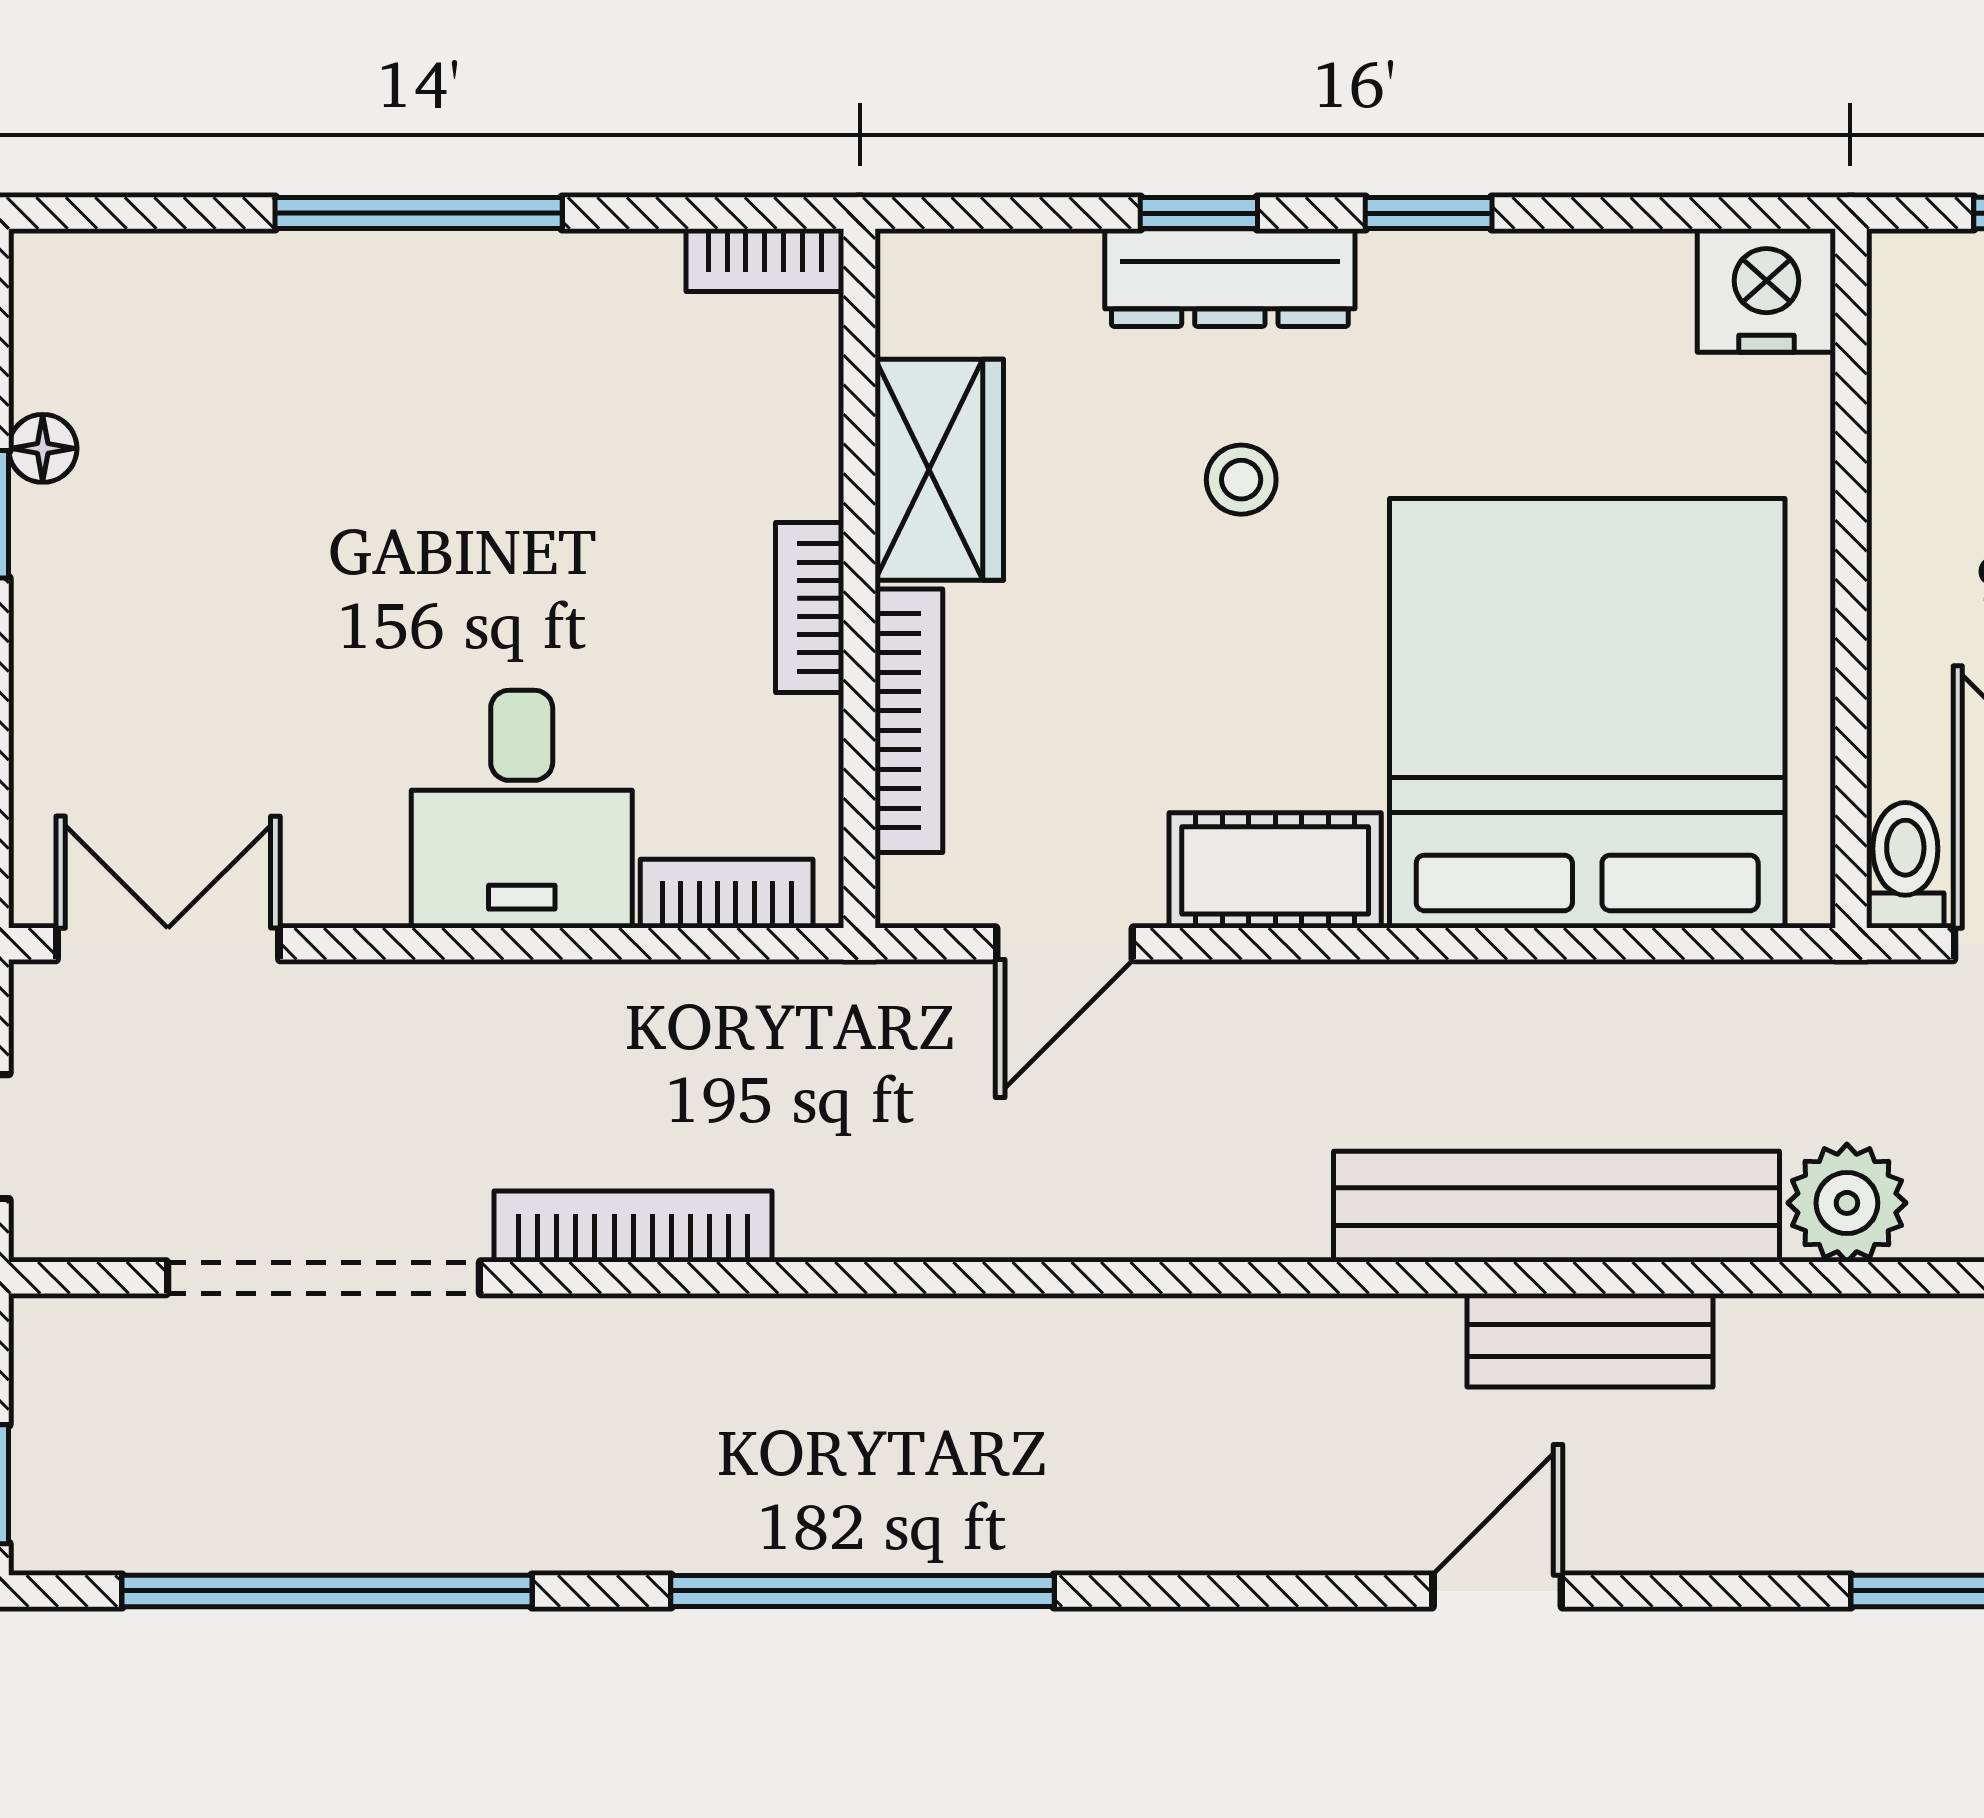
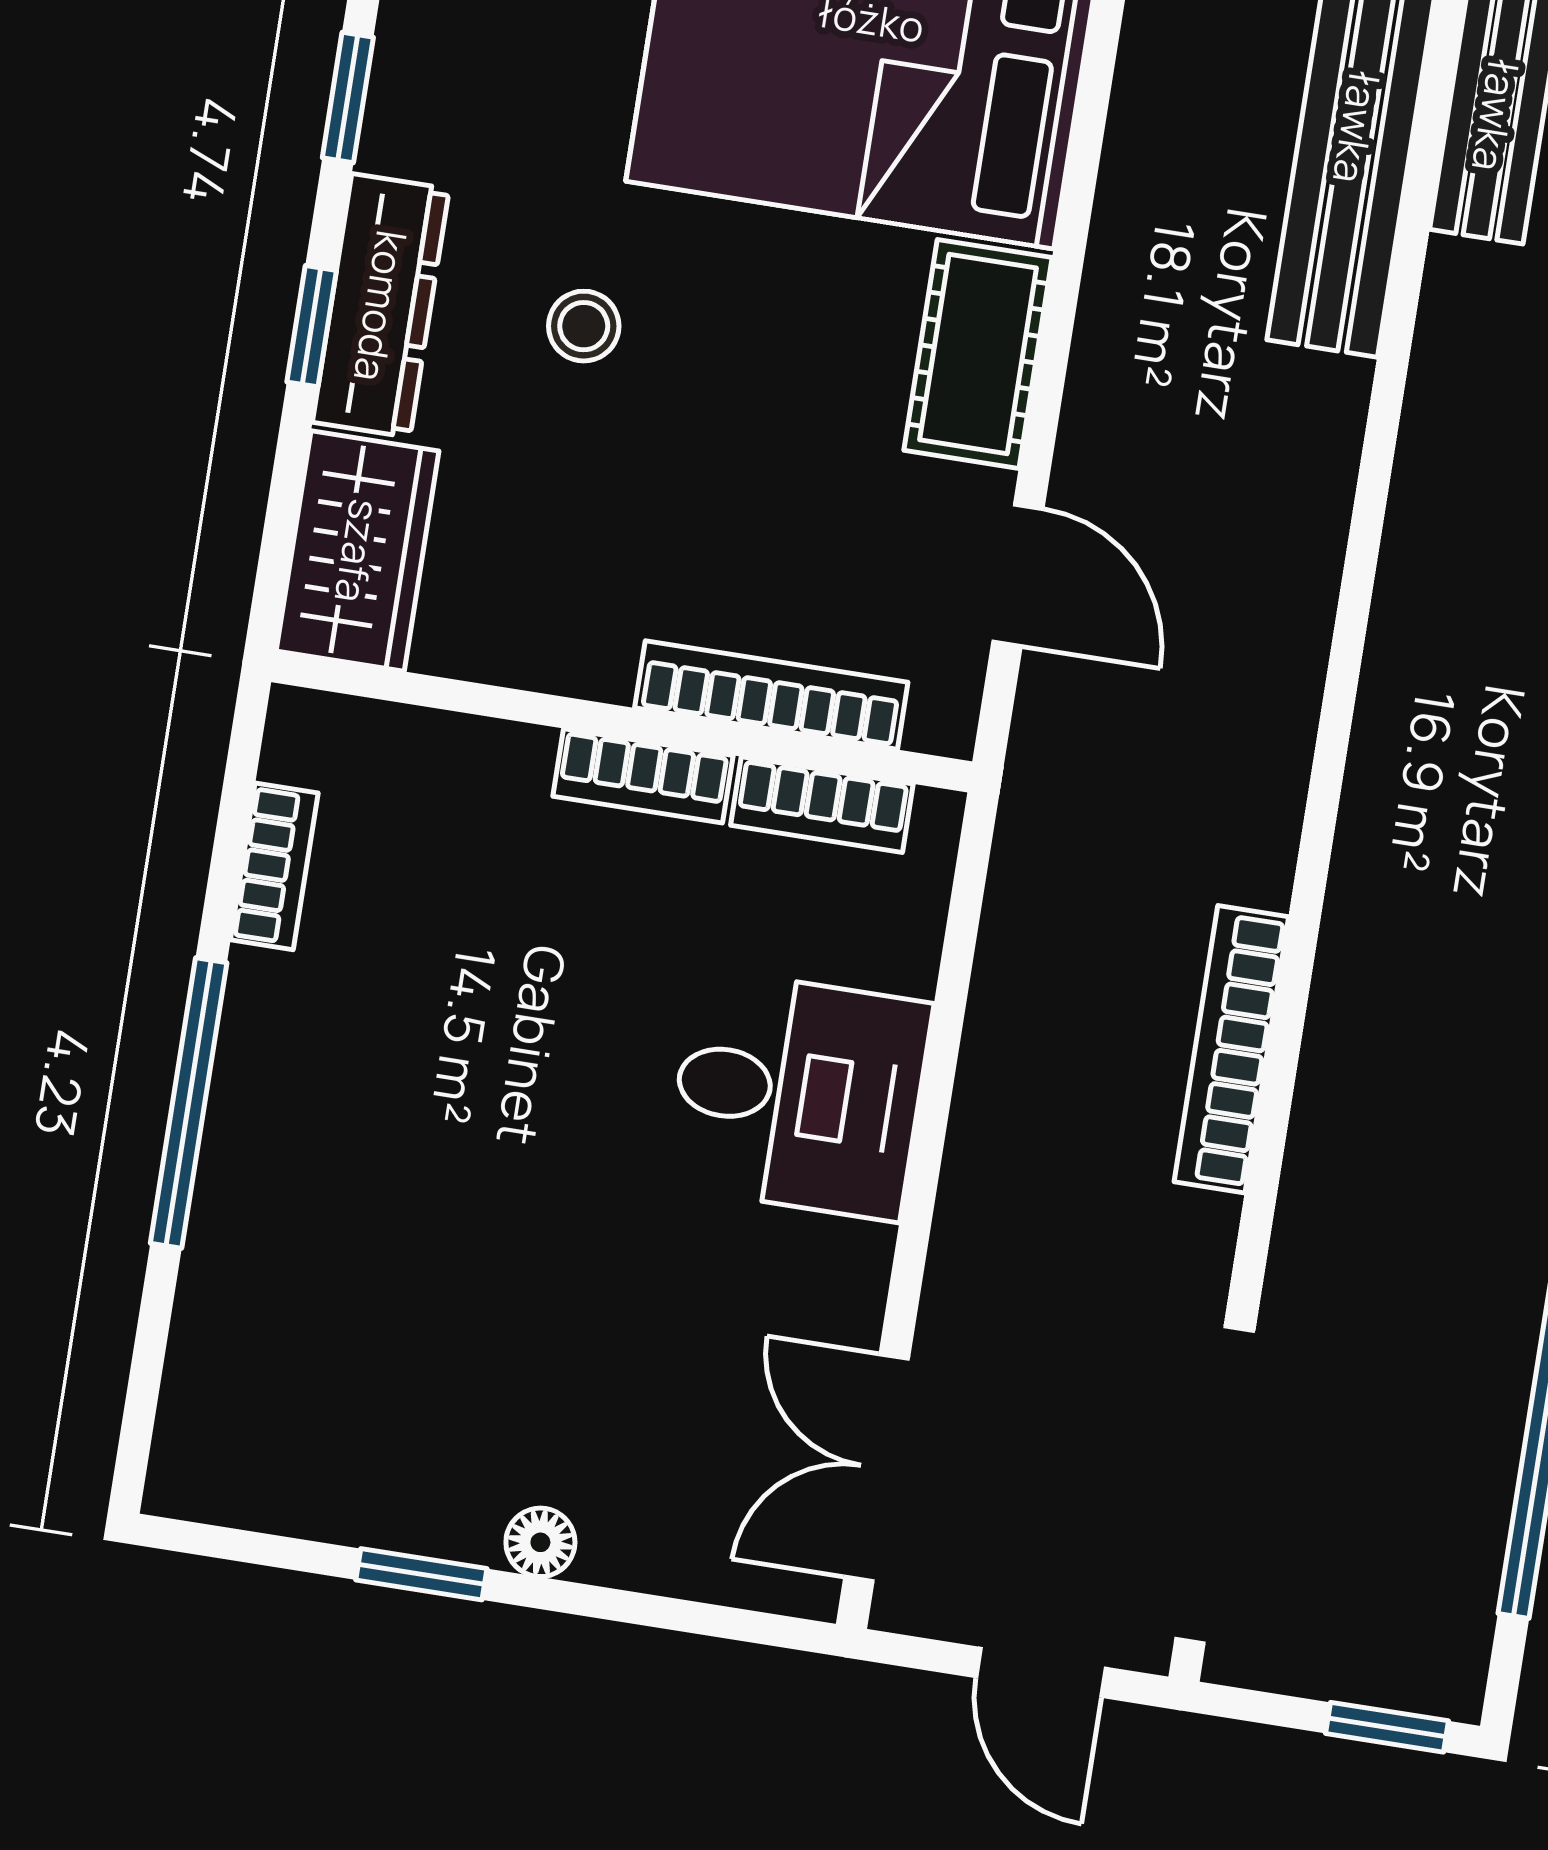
bookcase: (765, 260) -> (274, 866), moved
floor lamp: (43, 448) -> (540, 1542), moved
wardrobe: (939, 470) -> (358, 551), moved, turned 90
bookcase: (727, 894) -> (822, 805), moved, turned -90
doorway: (323, 1278) -> (1215, 1485), moved

